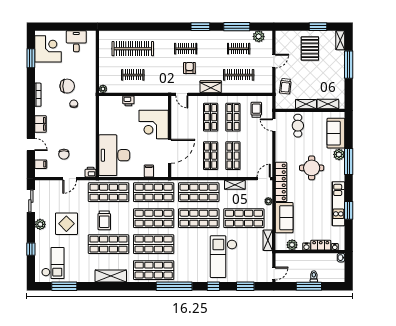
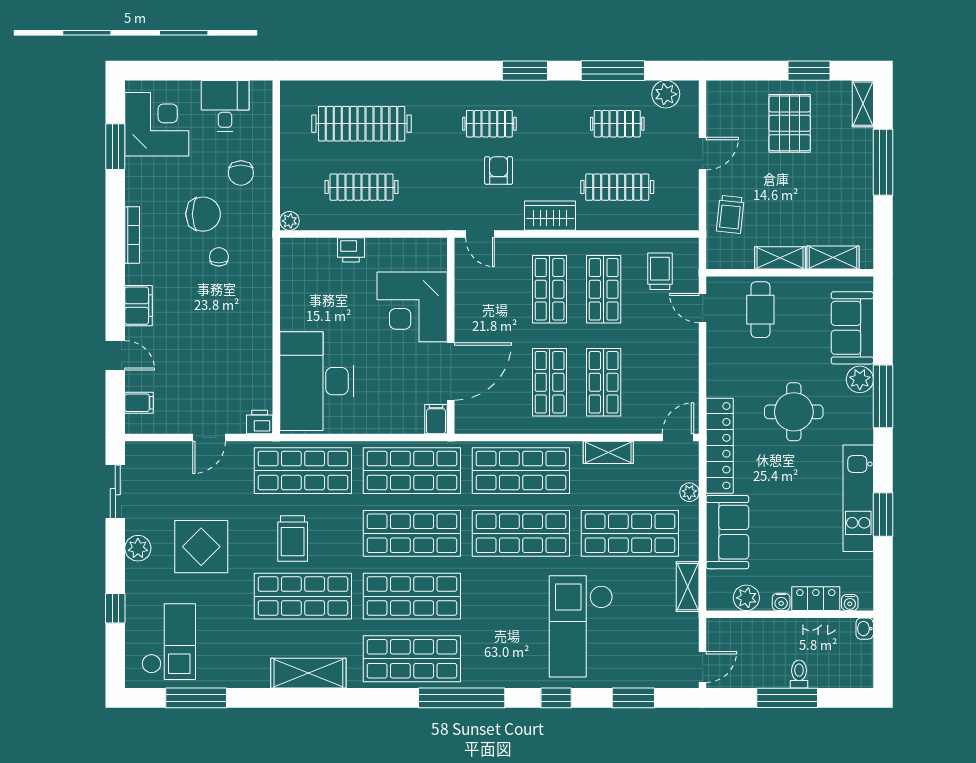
clothes rail: (133, 75) -> (362, 187), width x1.36
chair: (64, 154) -> (241, 173), moved
filing cabinet: (149, 171) -> (436, 419), moved

